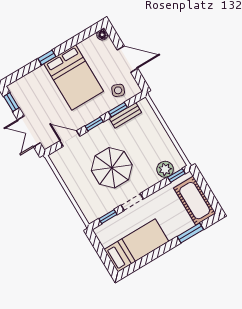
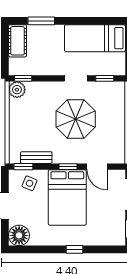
floor lamp: (102, 35) -> (19, 235), width x1.89, depth x1.89
bed: (74, 77) -> (67, 197), moved, turned 180
window: (118, 110) -> (23, 167), moved
plant: (165, 169) -> (17, 90), moved
cot: (195, 201) -> (18, 41), width x0.73, depth x0.75

